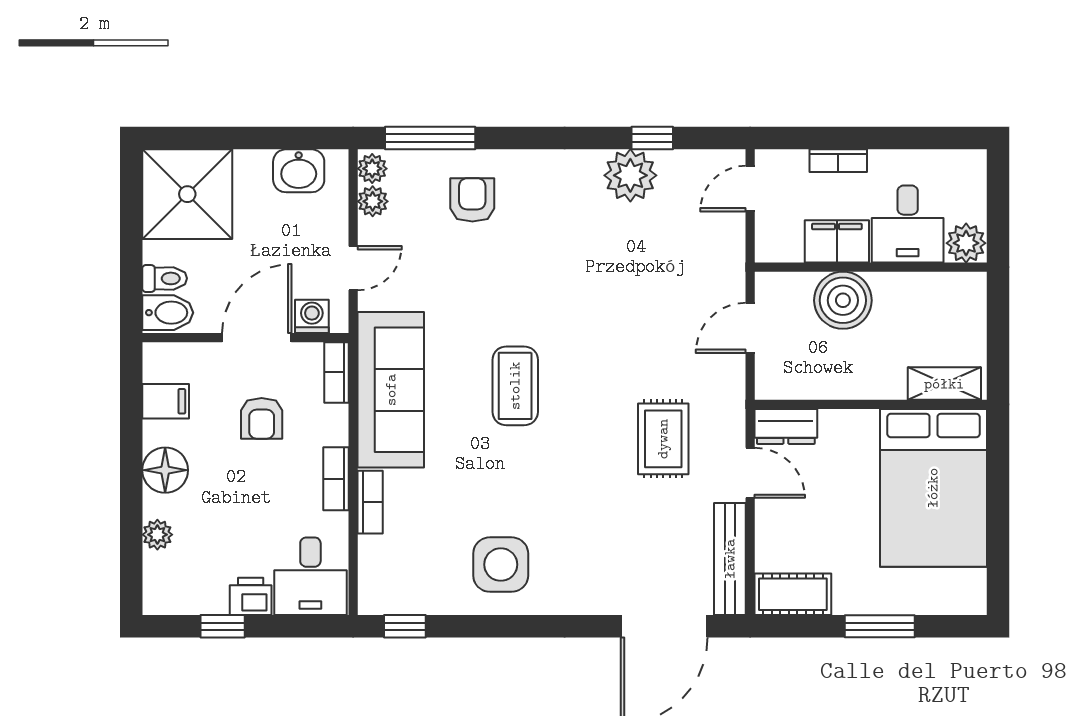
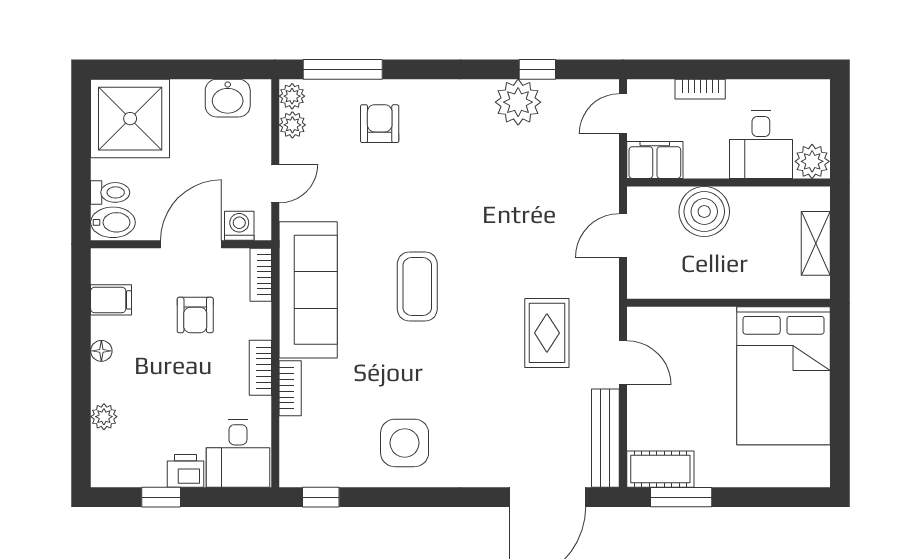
filing cabinet: (837, 241) -> (655, 160), moved
shelving: (944, 384) -> (816, 243), moved, turned 90
dresser: (786, 426) -> (654, 322), removed
floor lamp: (165, 470) -> (101, 351), width x0.53, depth x0.53
window: (880, 626) -> (681, 497), moved

